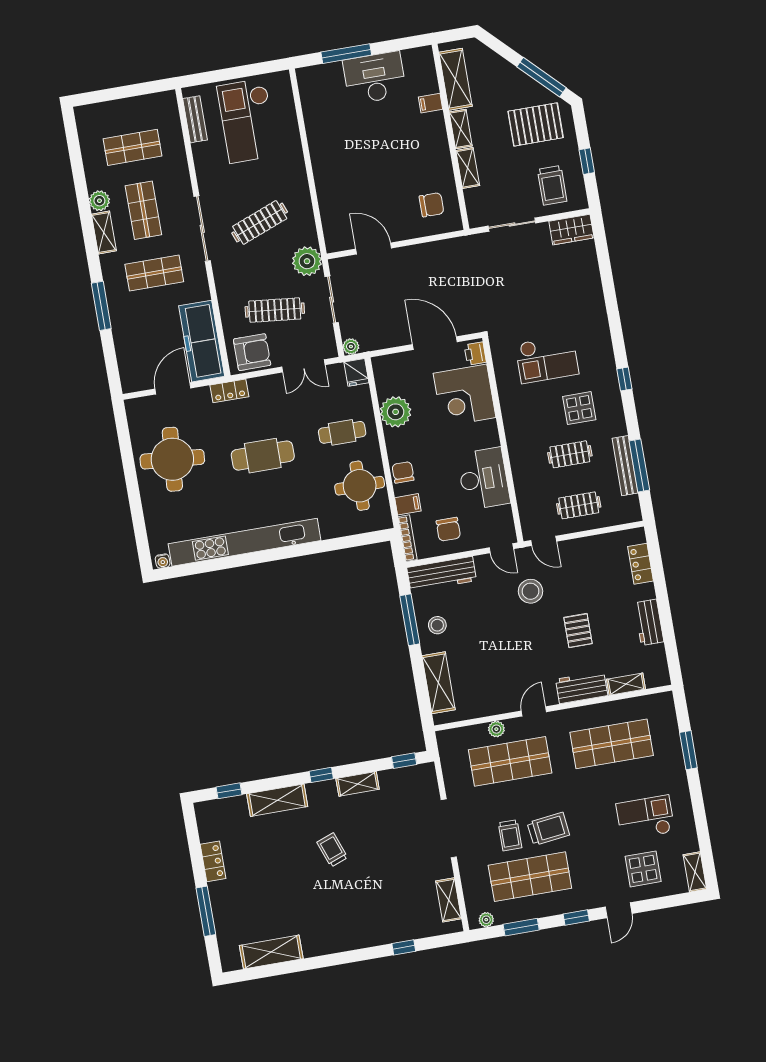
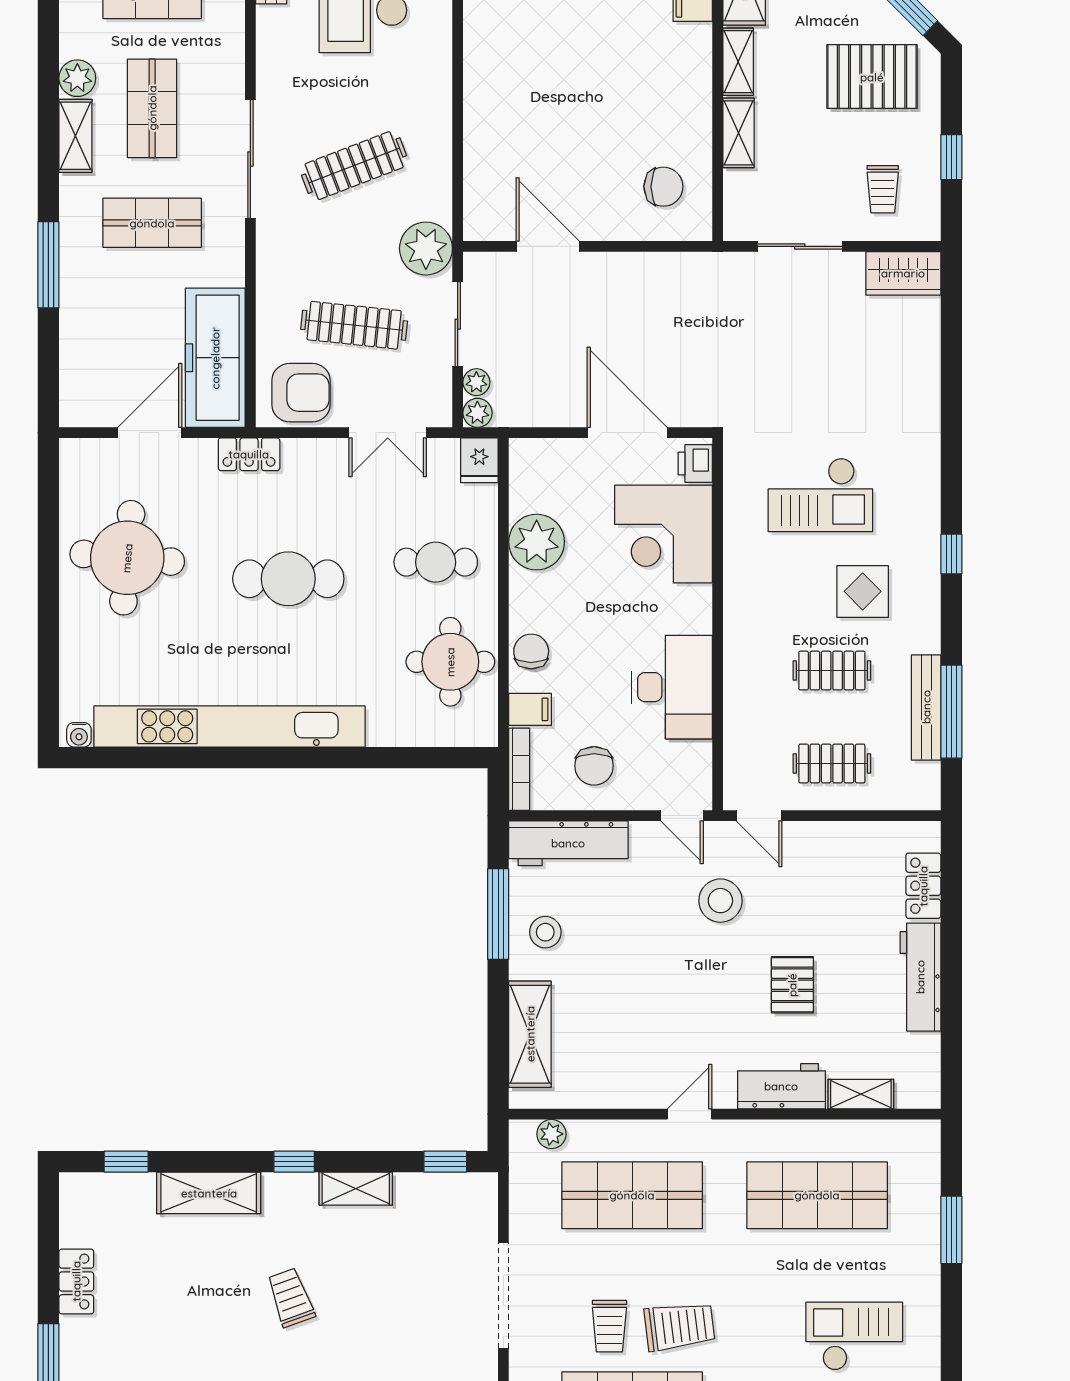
trolley: (552, 185) -> (883, 189), width x0.73, depth x0.72
plant: (347, 330) -> (476, 382), added
workbench: (649, 622) -> (920, 977), width x1.38
plant: (496, 729) -> (551, 1134), moved

